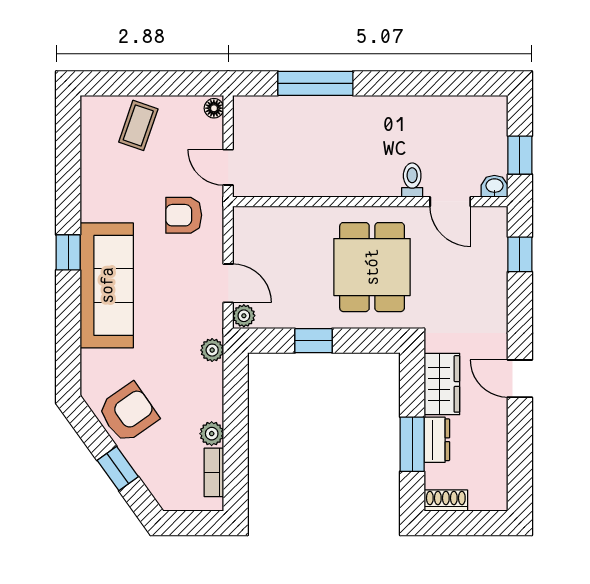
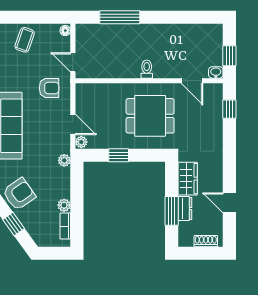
toilet: (412, 180) -> (147, 69), moved
armchair: (184, 215) -> (49, 88), turned 180
dining table: (372, 267) -> (150, 116), turned 90
door: (520, 379) -> (229, 203), moved
shoe rack: (446, 501) -> (206, 241), moved

